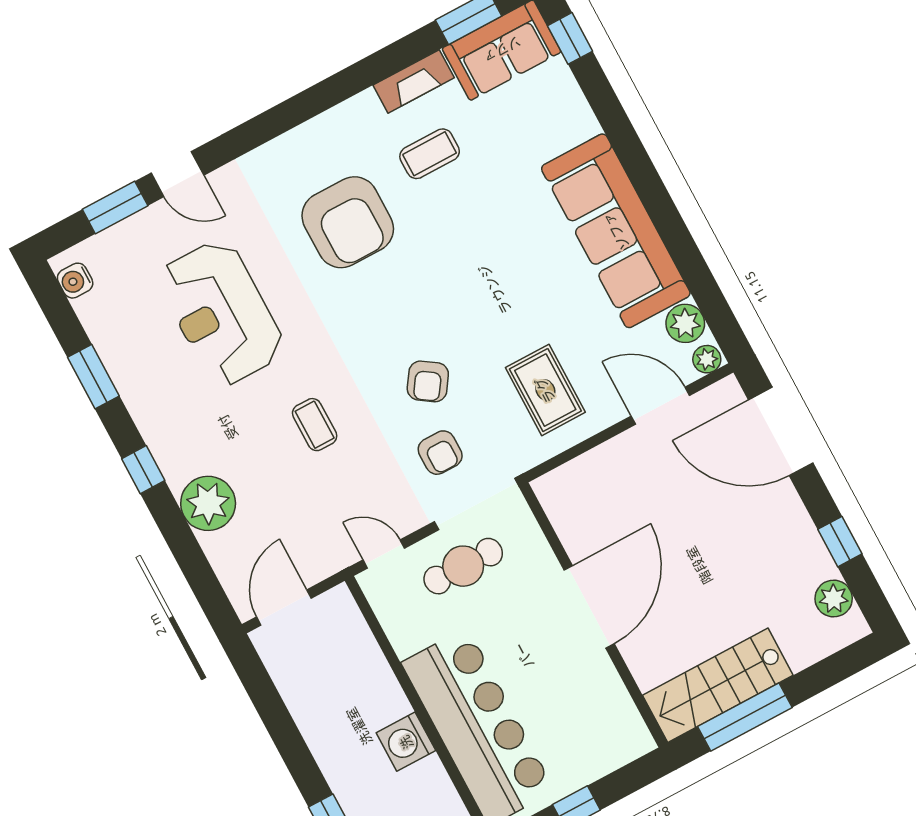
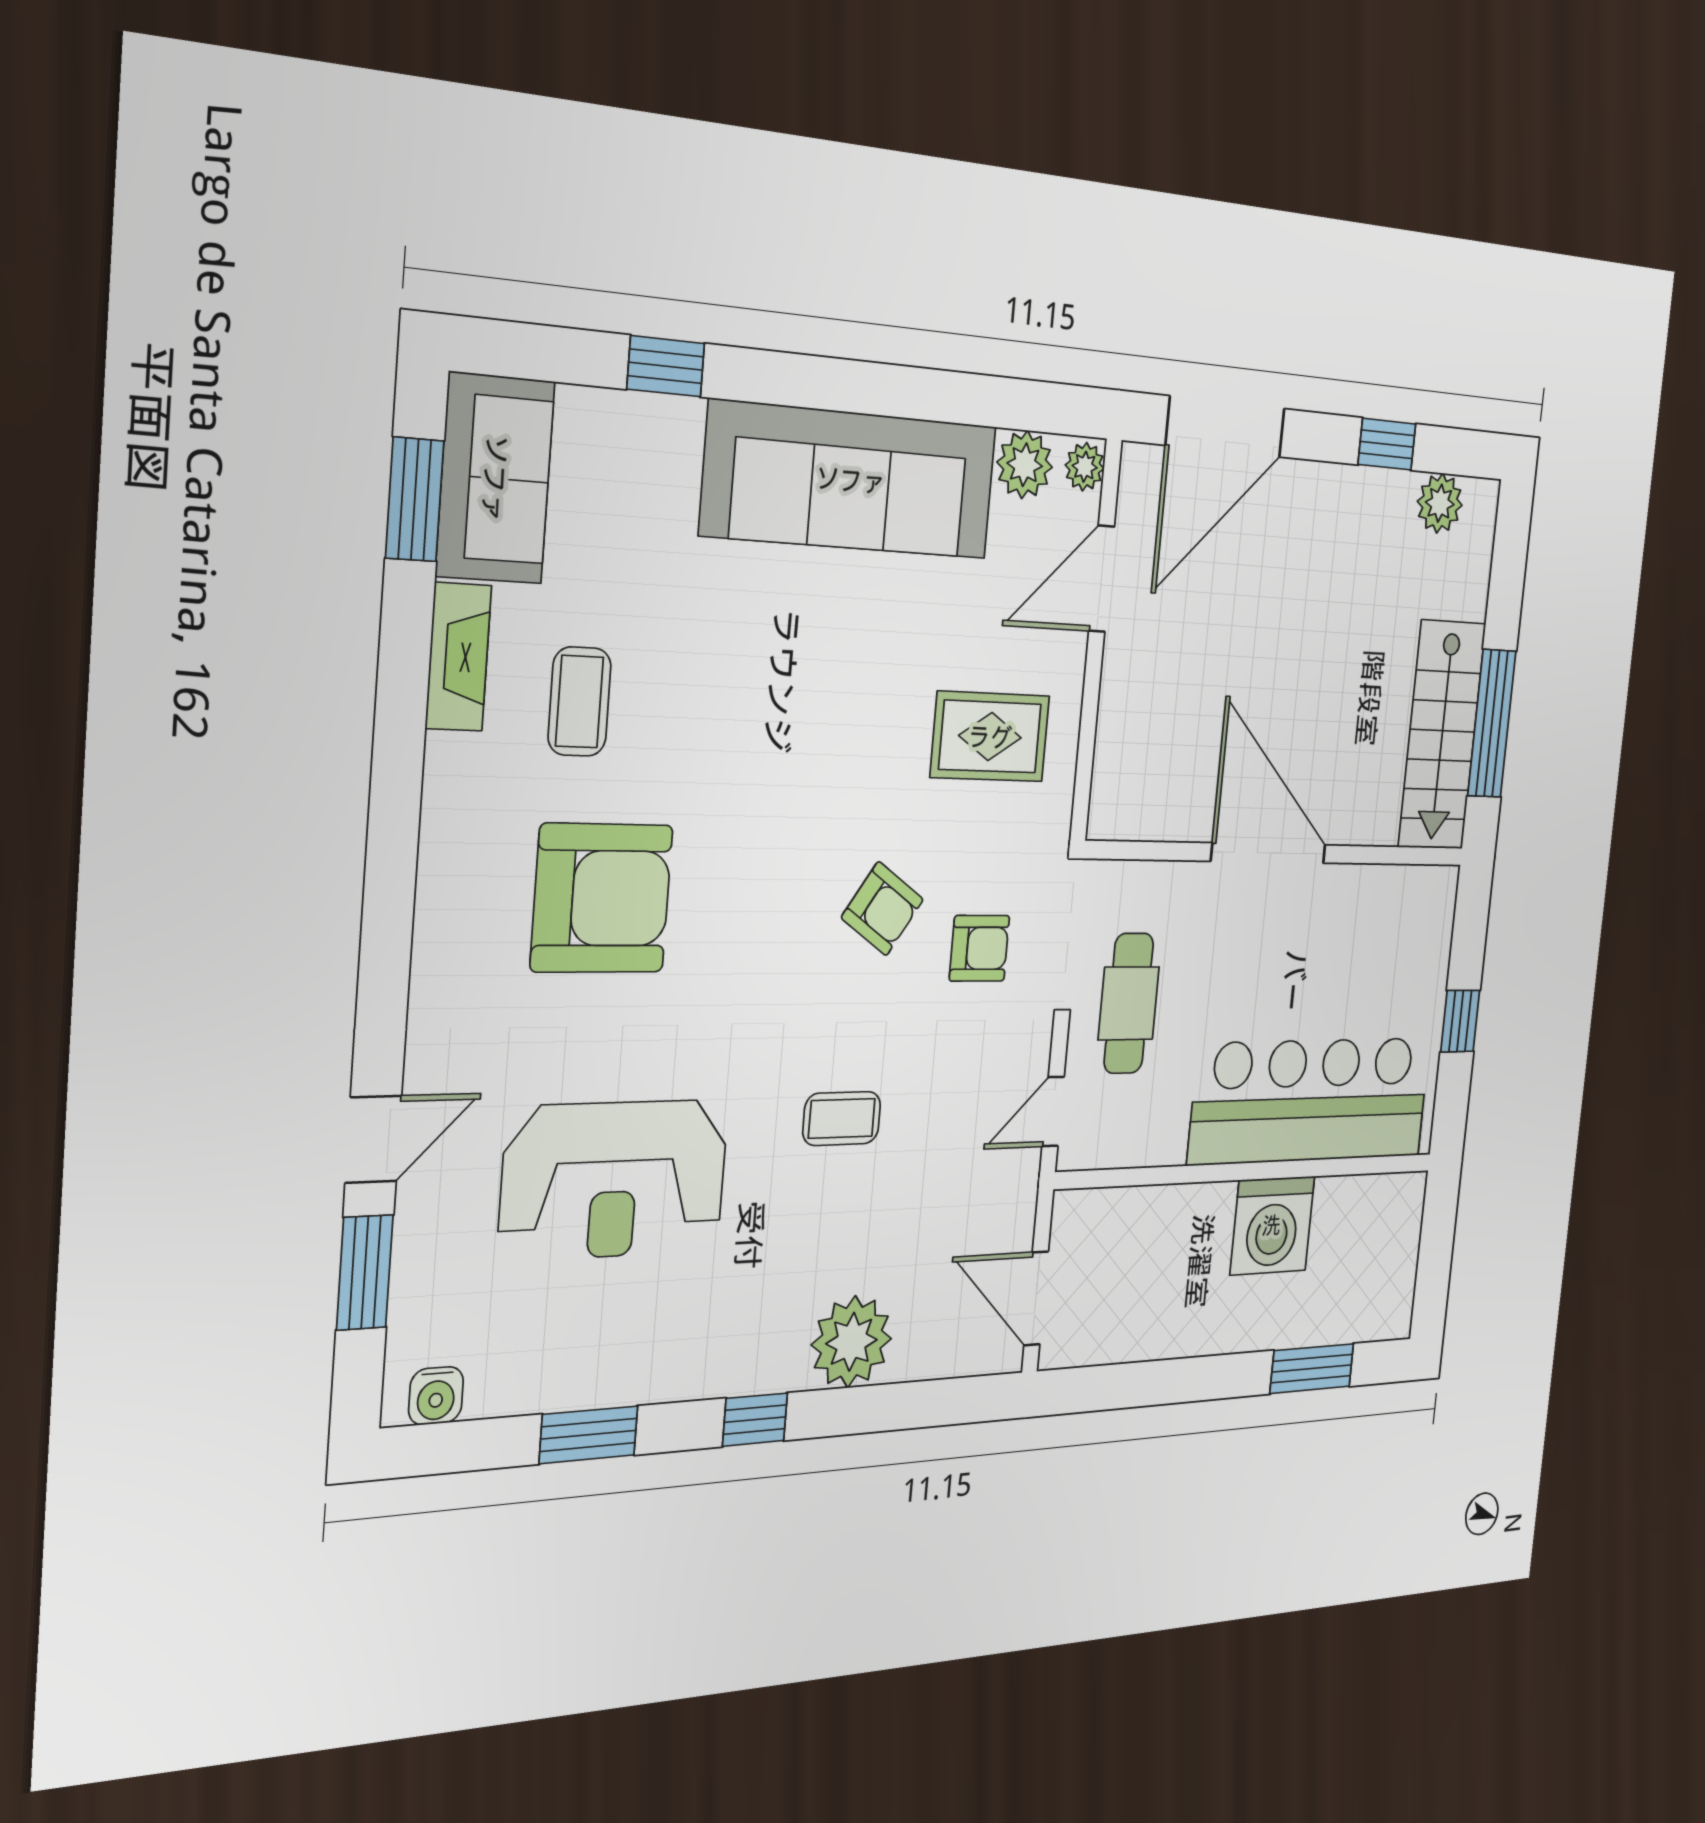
window: (570, 38) -> (666, 366), moved
washing machine: (406, 742) -> (1272, 1225), width x1.37, depth x1.37

